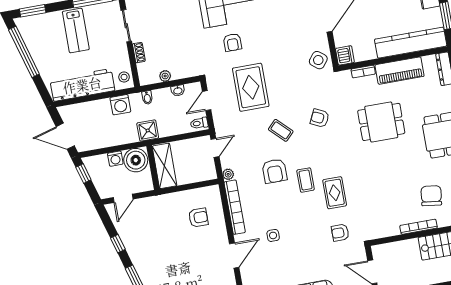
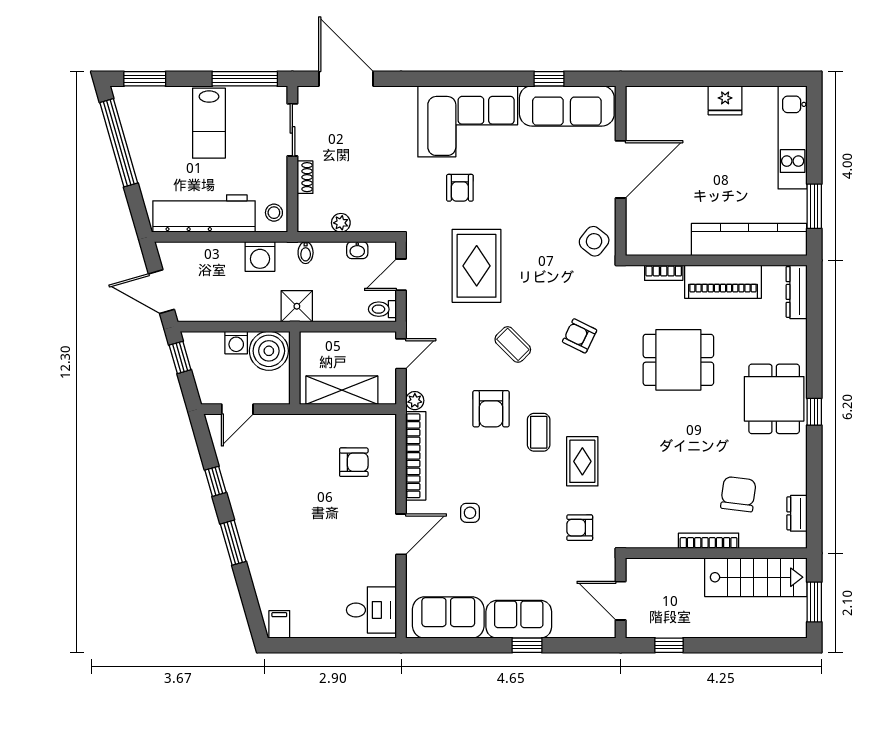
dishwasher: (345, 55) -> (639, 241), removed
shelving: (164, 166) -> (342, 390), moved, turned 90

